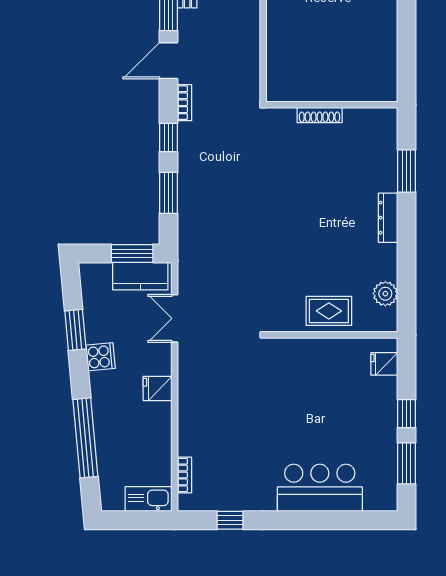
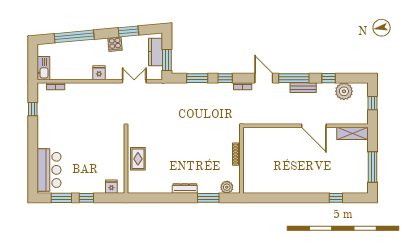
kitchen counter: (140, 276) -> (155, 52), moved
plant: (385, 294) -> (227, 187), moved
bar counter: (320, 488) -> (49, 170), moved

